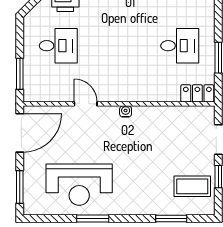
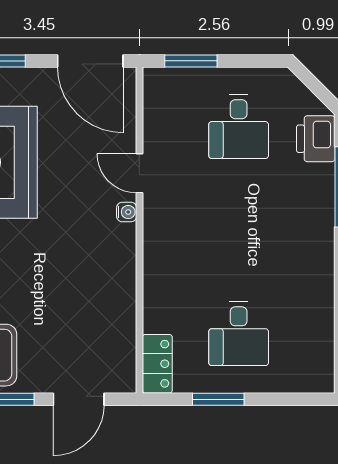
door: (86, 104) -> (139, 173), swing flipped
water cooler: (126, 111) -> (127, 212), moved

